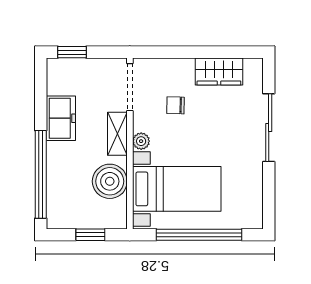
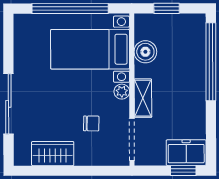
freezer: (61, 118) -> (186, 153), moved, turned 90
boiler: (110, 181) -> (145, 52), width x0.73, depth x0.73

